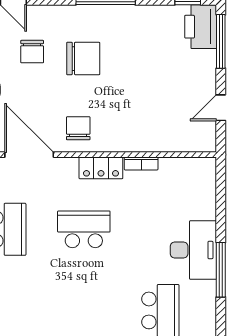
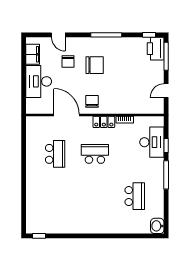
window: (221, 213) -> (166, 146), added
desk: (193, 250) -> (152, 142), moved

